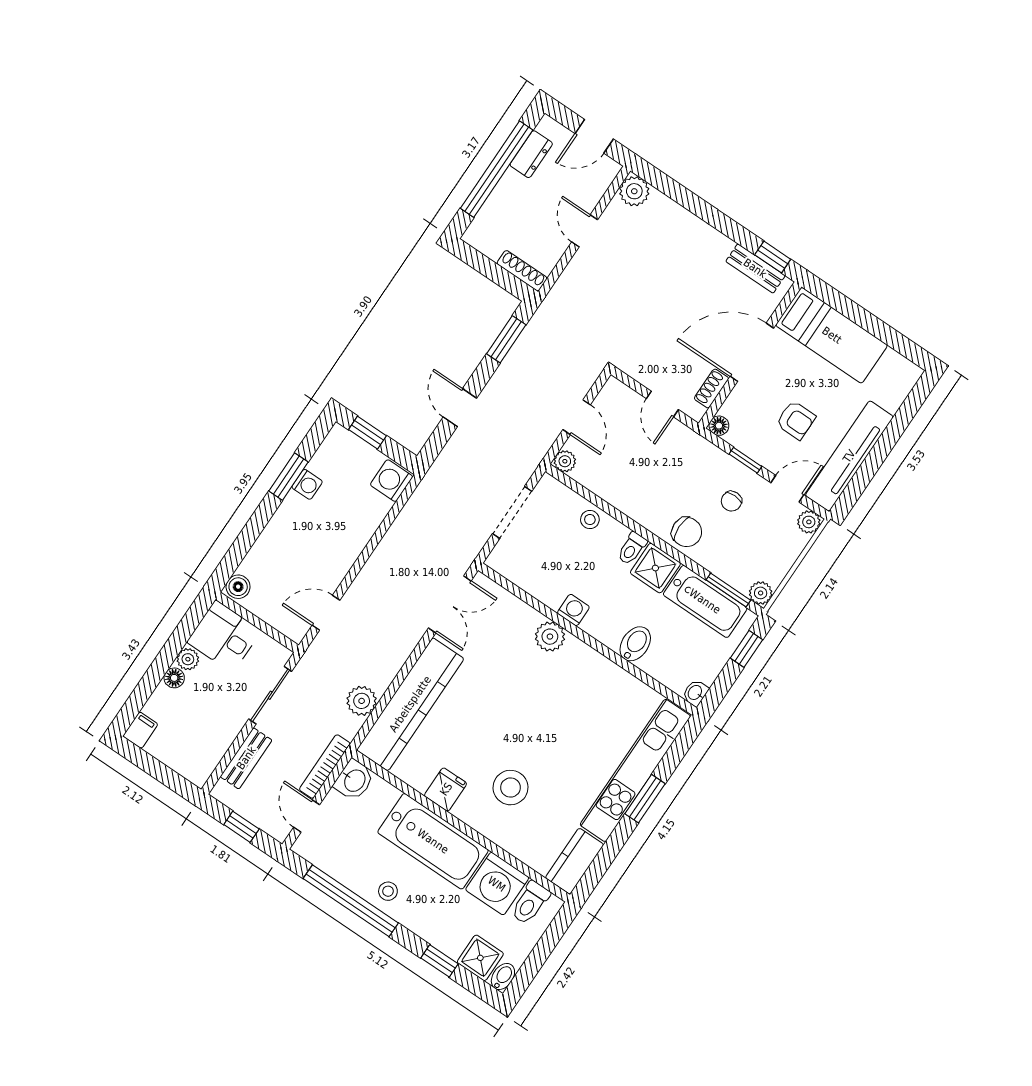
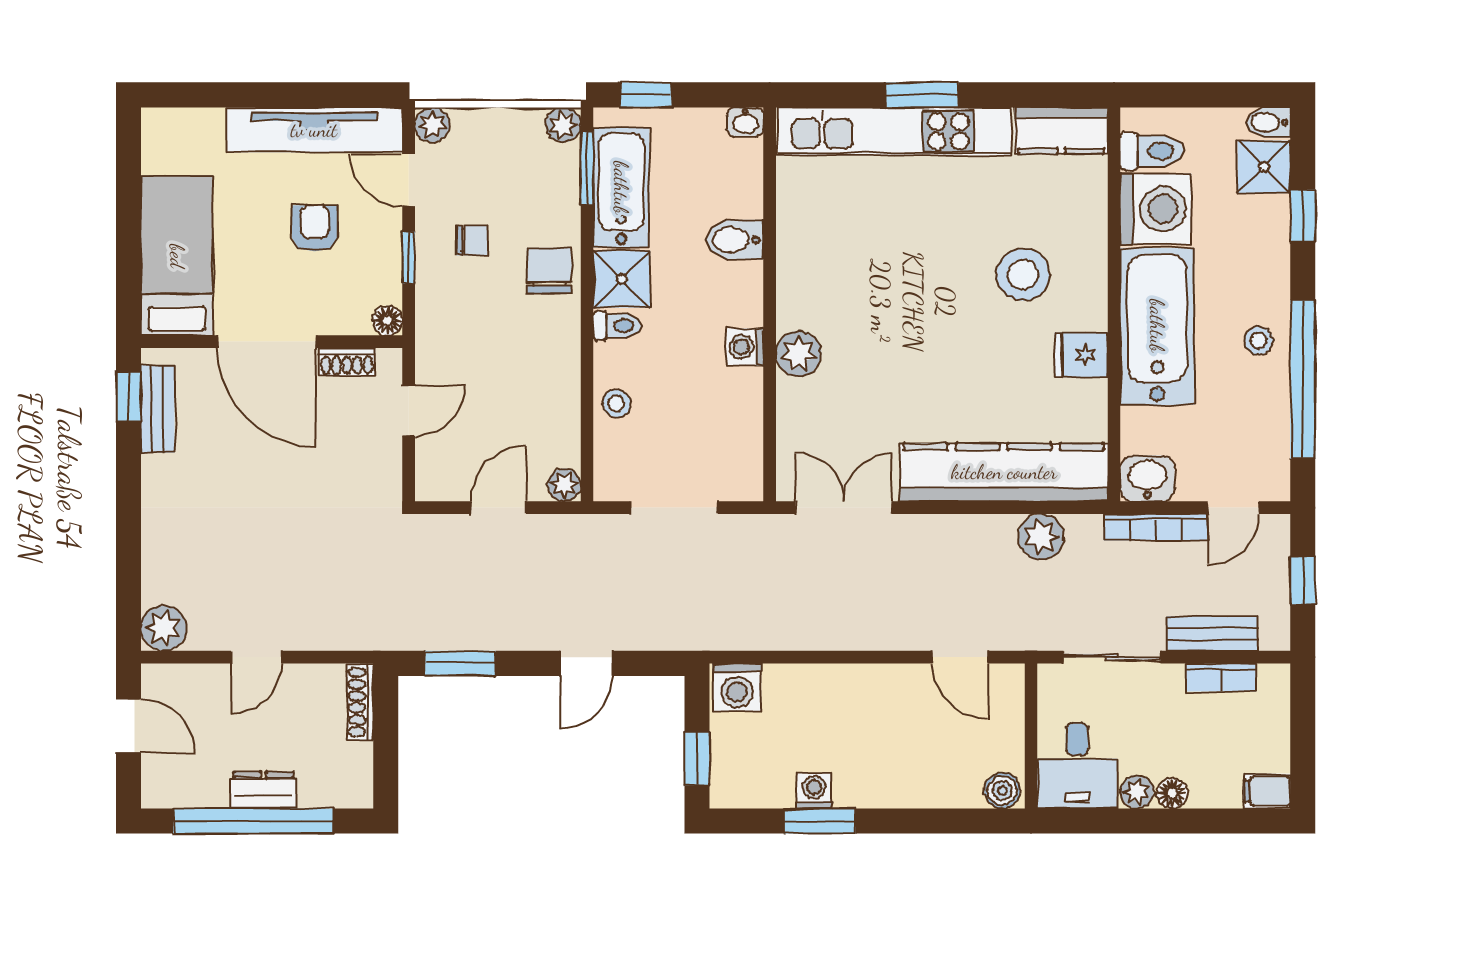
dresser: (531, 154) -> (263, 790), moved
bookcase: (219, 747) -> (1221, 677), added

